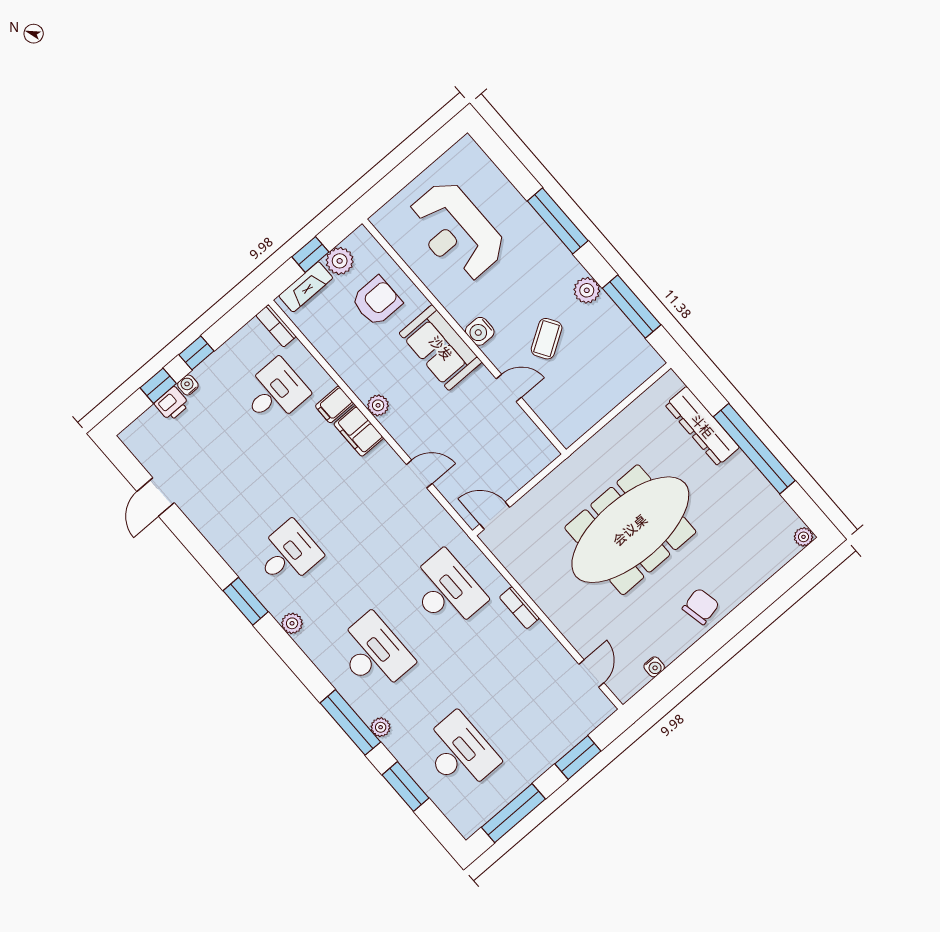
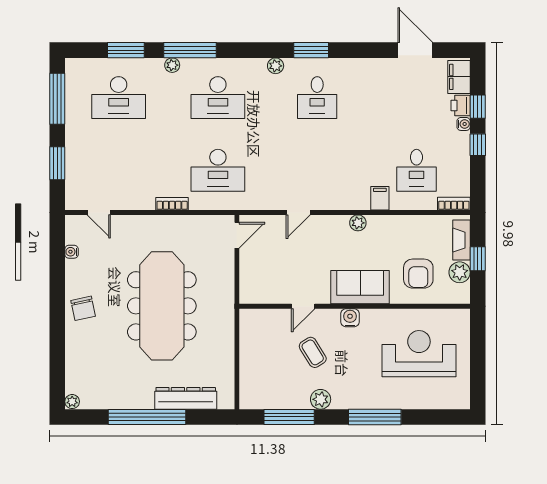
filing cabinet: (359, 431) -> (459, 77), moved, turned -90
door: (156, 497) -> (415, 50), width x1.38

